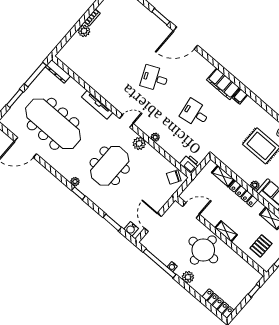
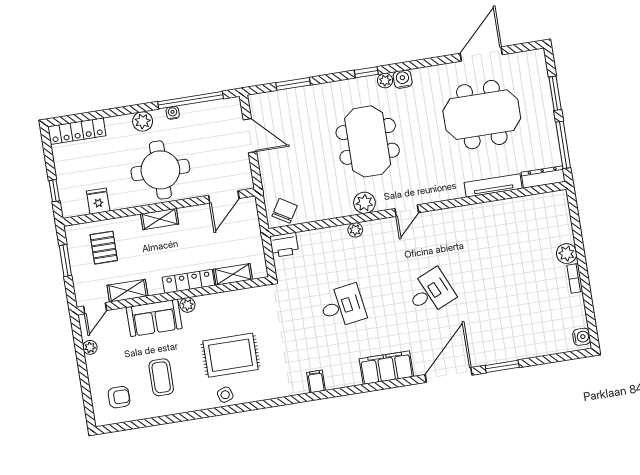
filing cabinet: (223, 84) -> (386, 368), moved
tv unit: (97, 105) -> (493, 186), moved
meeting table: (53, 124) -> (482, 115), width x0.73
water cooler: (131, 229) -> (403, 79), moved
fridge: (242, 267) -> (98, 201), added

